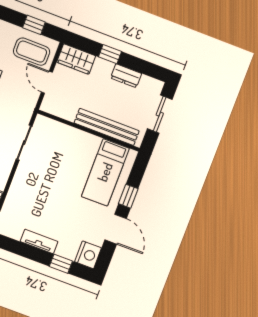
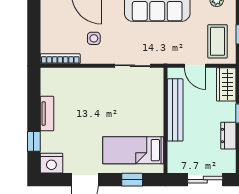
door: (47, 82) -> (195, 66), swing flipped
bench: (107, 127) -> (175, 110), moved
window: (128, 196) -> (132, 180), moved

